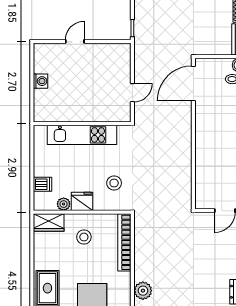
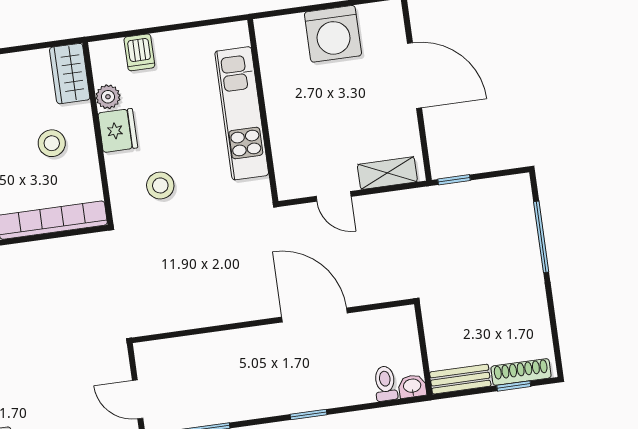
door: (75, 41) -> (414, 76), width x1.87
shelving: (124, 63) -> (387, 173), added
washing machine: (41, 81) -> (333, 34), width x1.89, depth x1.89
door: (193, 83) -> (315, 315), moved

